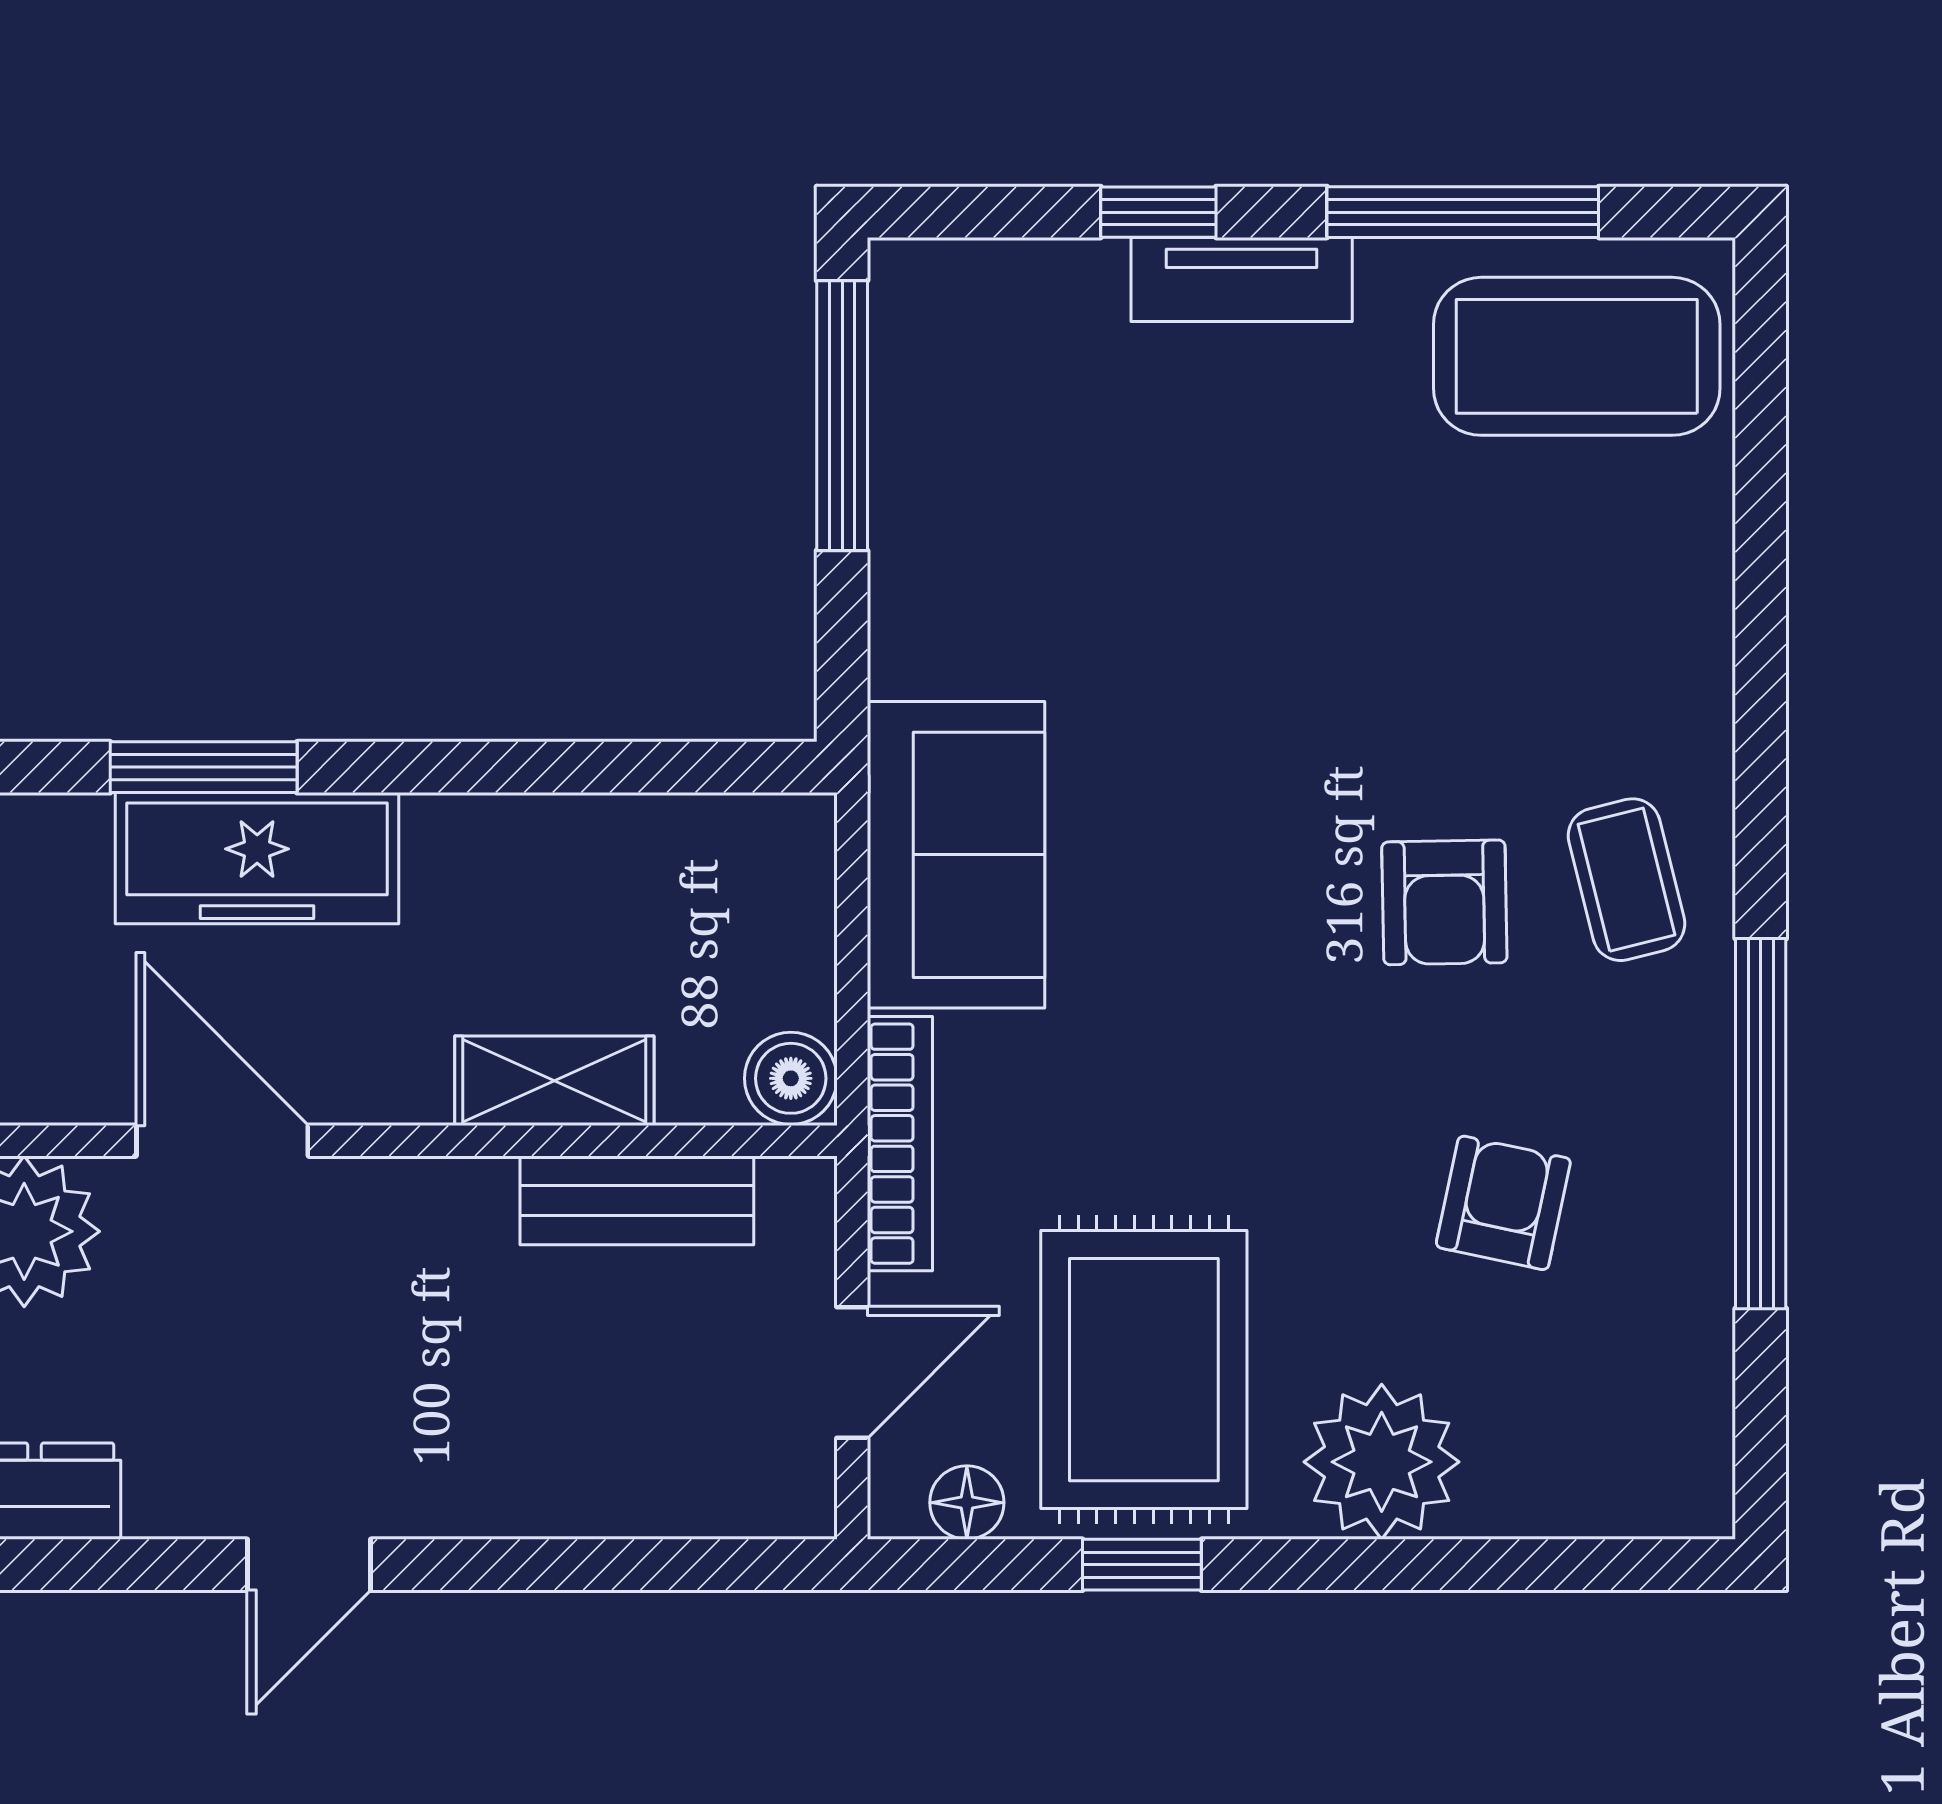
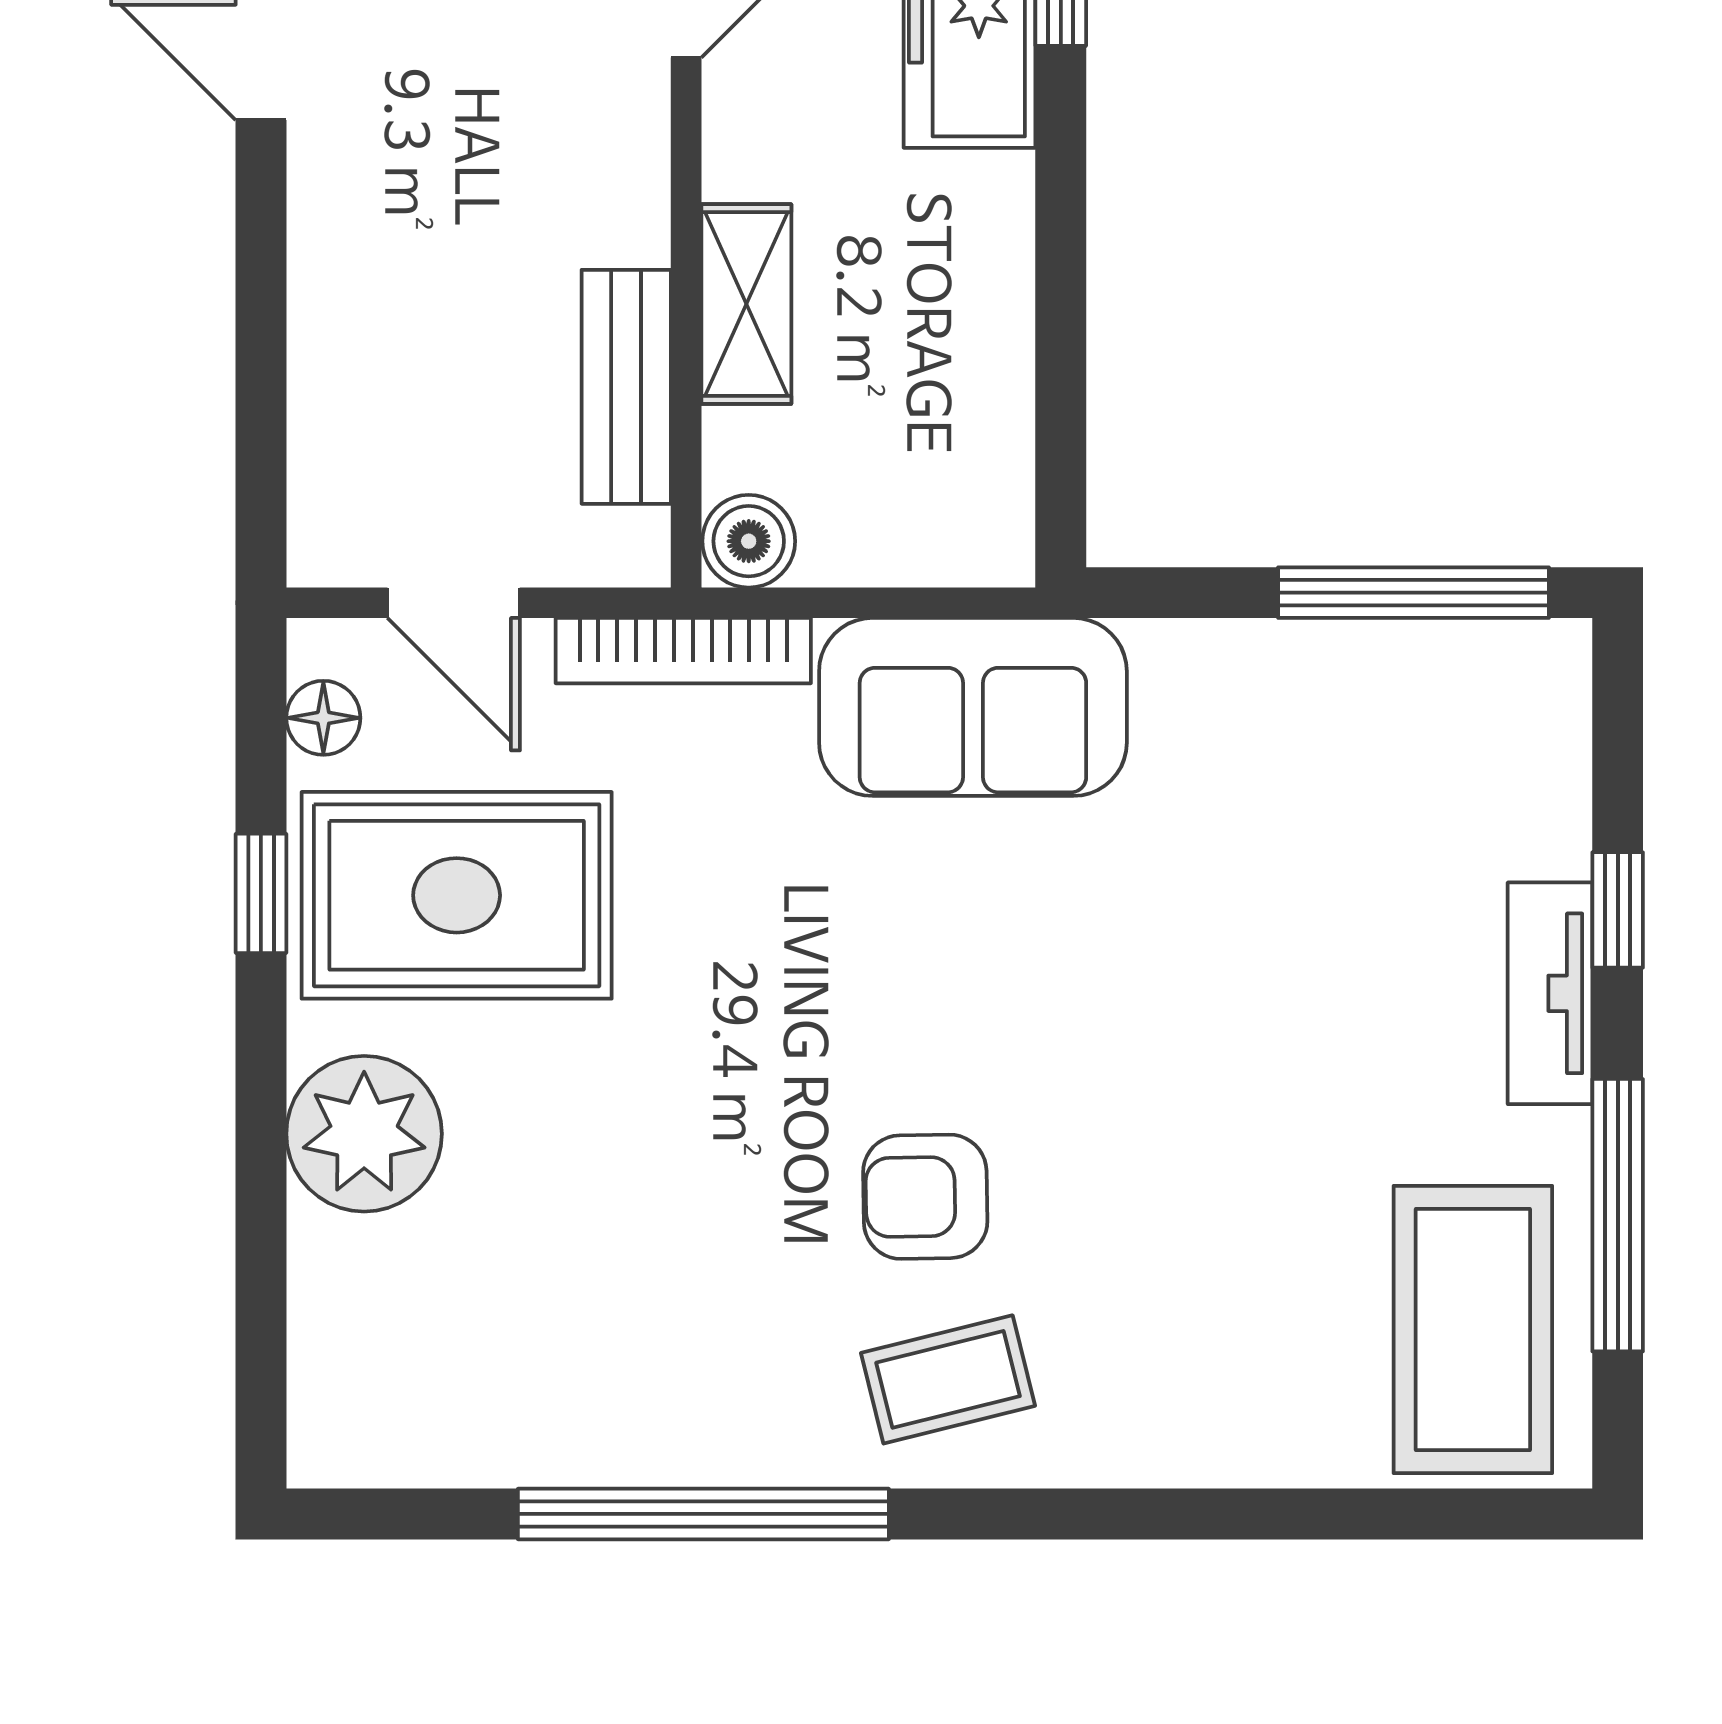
armchair: (1503, 1203) -> (624, 1256), removed

